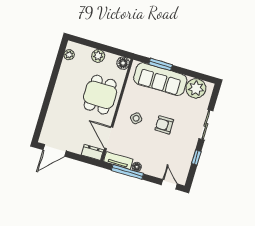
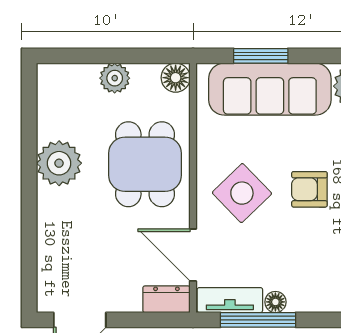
plant: (69, 55) -> (59, 163), moved, width x1.88, depth x1.88
side table: (136, 118) -> (242, 193), width x1.87, depth x1.87

